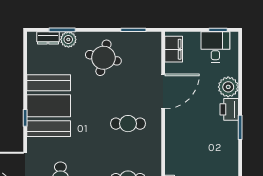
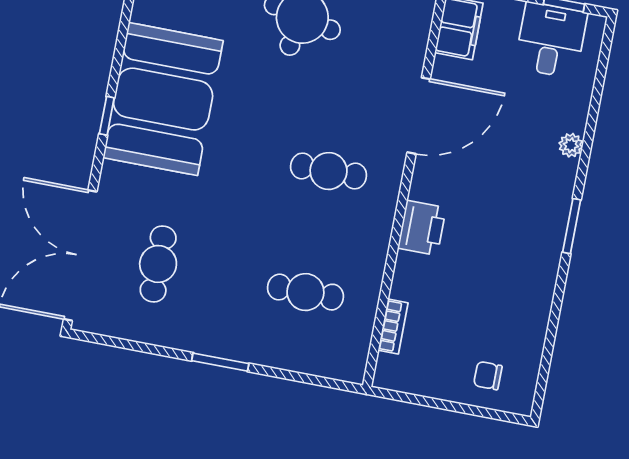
plant: (228, 87) -> (571, 145), width x0.53, depth x0.53
printer: (229, 109) -> (422, 228), moved, turned 180

